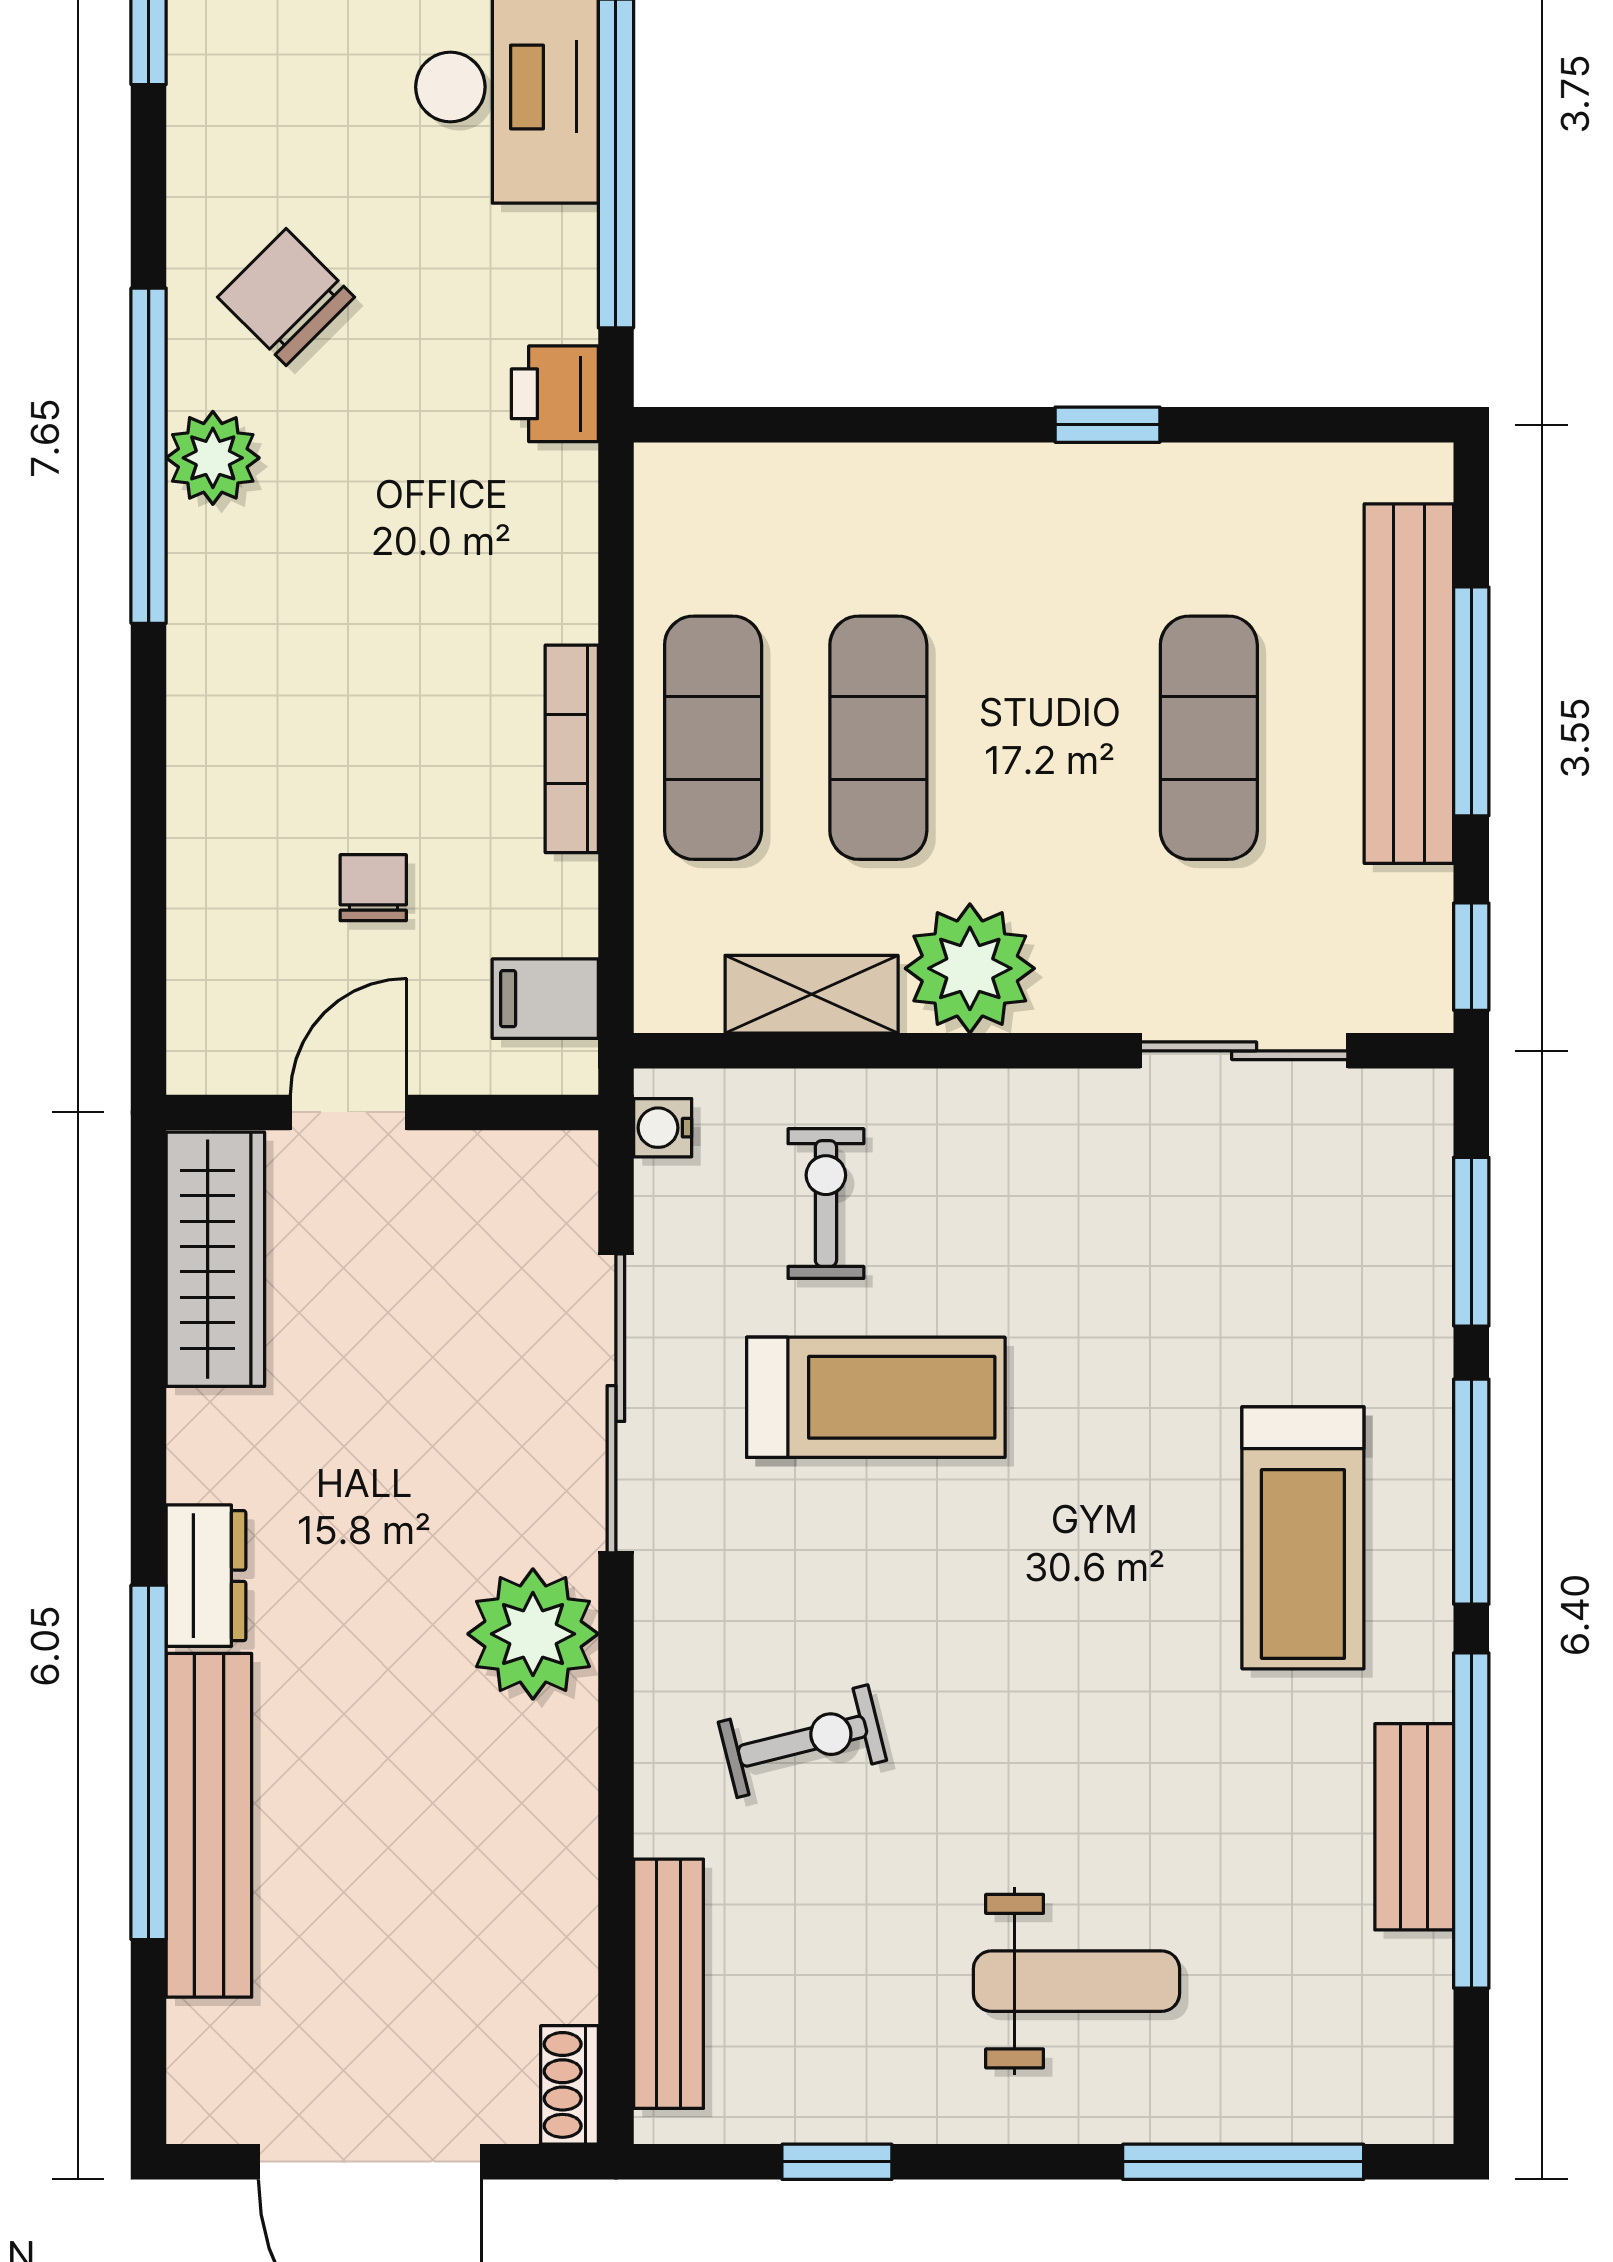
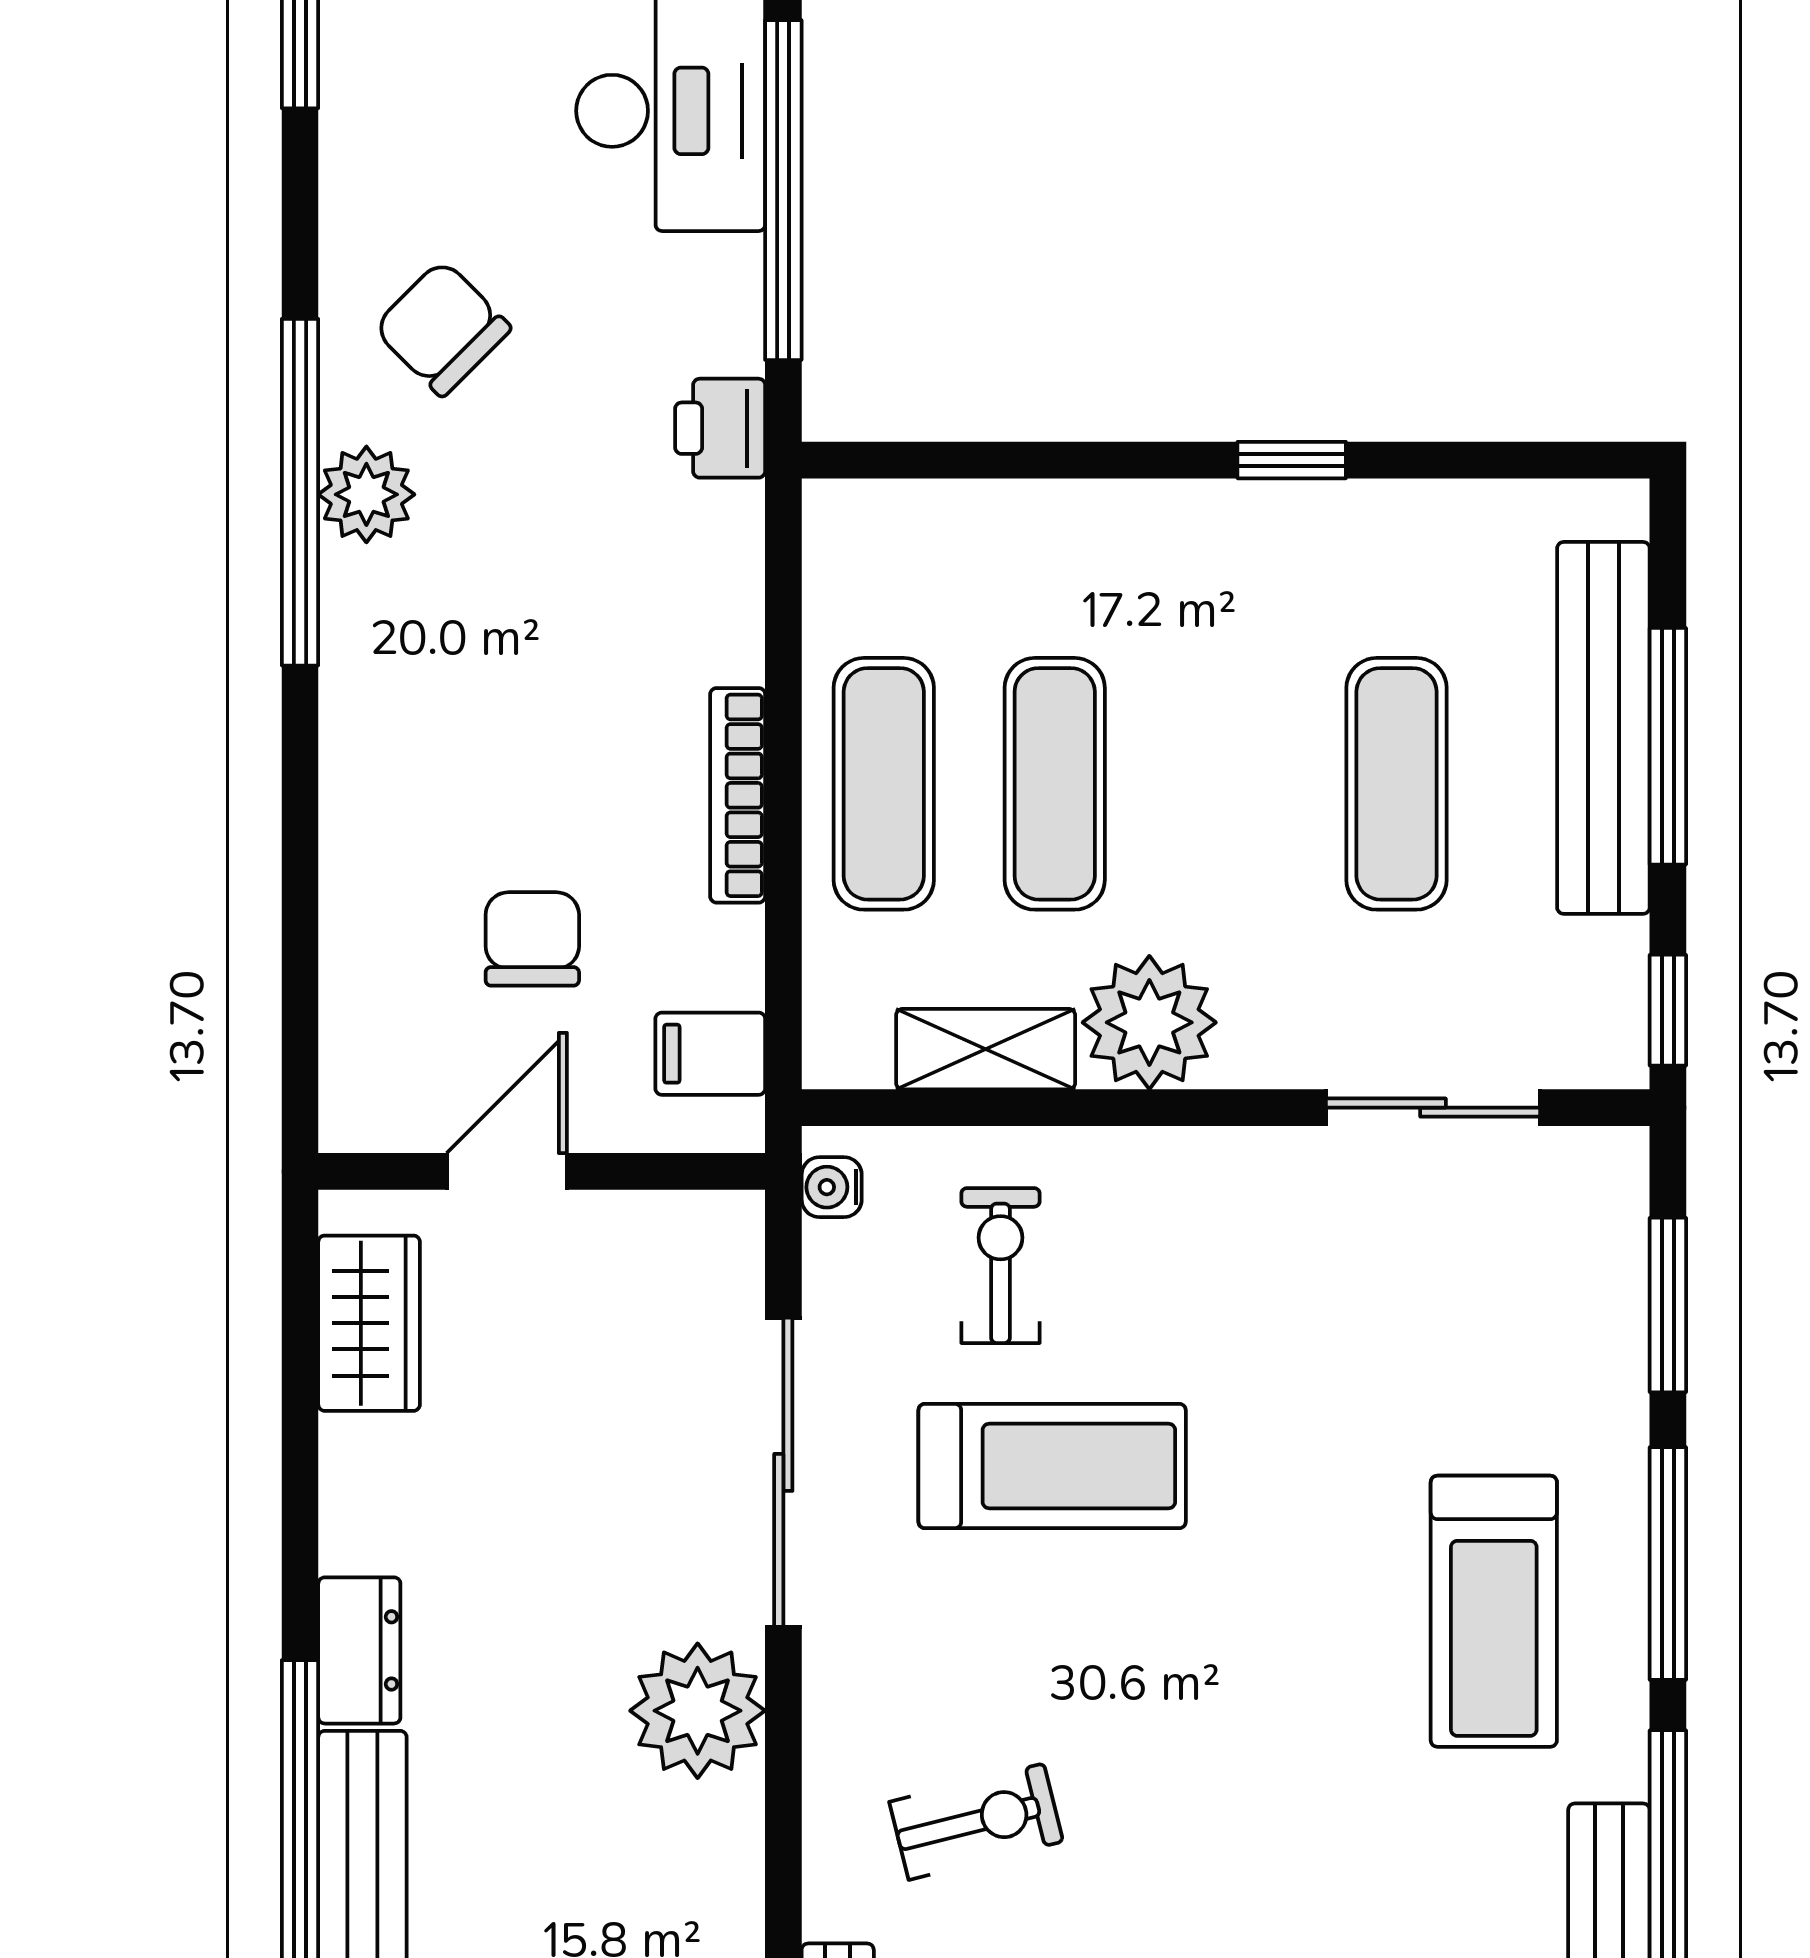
chair: (373, 888) -> (532, 939), width x1.37, depth x1.37
wardrobe: (215, 1259) -> (369, 1323), width x0.67

